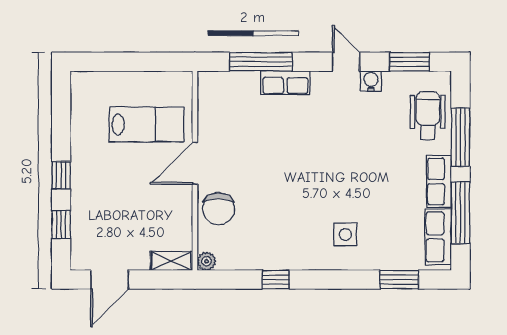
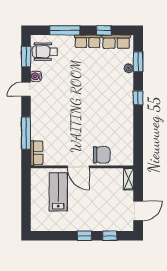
row of seats: (285, 83) -> (37, 153), moved
wheelchair: (428, 116) -> (45, 52), moved
window: (460, 213) -> (104, 30), width x0.46
side table: (345, 234) -> (115, 90), removed
plant: (206, 261) -> (129, 68), moved
door: (110, 280) -> (138, 211), hinge flipped
window: (276, 280) -> (138, 98), moved

